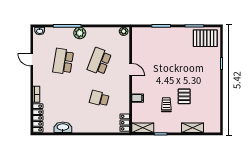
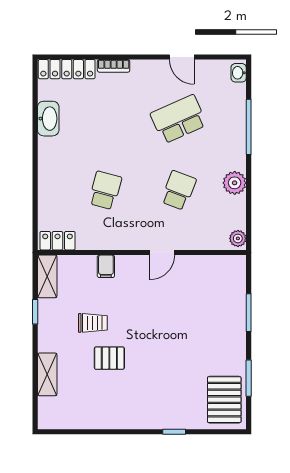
plant: (80, 33) -> (235, 183), moved
door: (32, 60) -> (182, 57), swing flipped
school desk: (63, 61) -> (179, 119), turned -33
school desk: (99, 61) -> (179, 190), width x0.54

